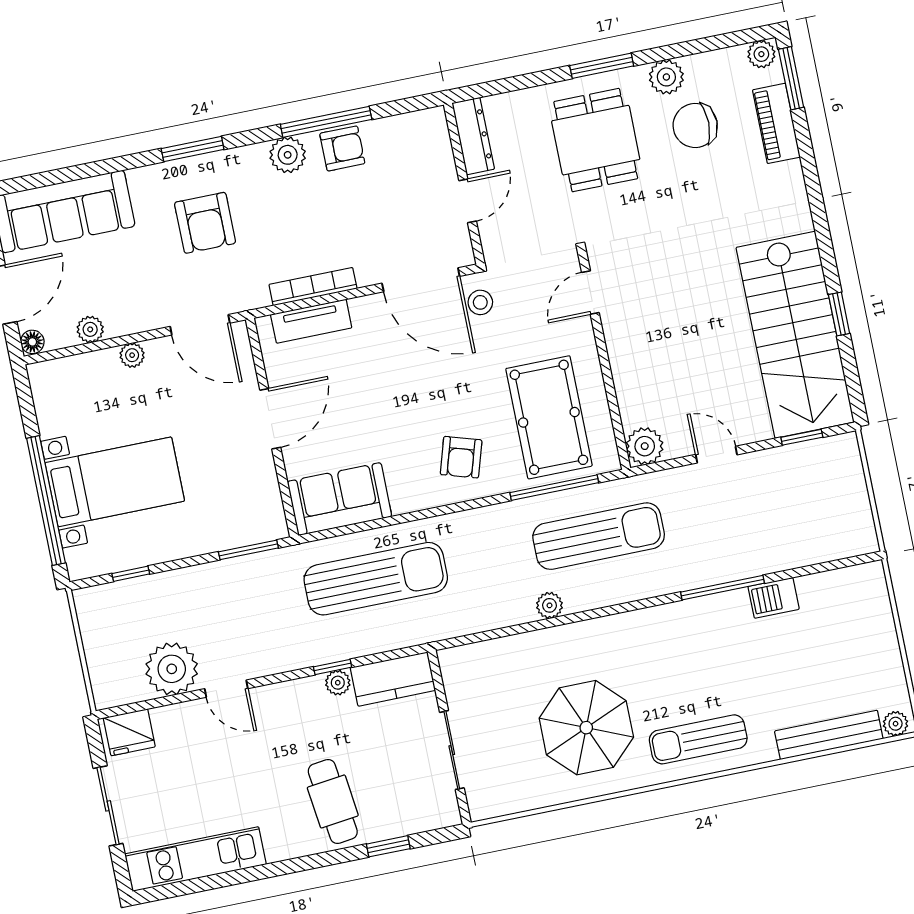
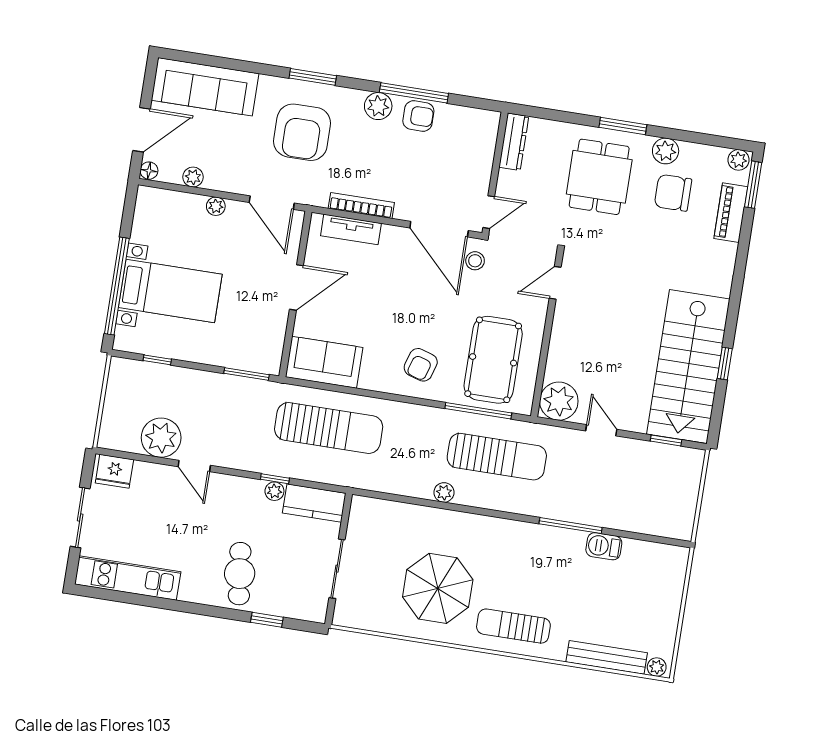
door: (468, 201) -> (489, 212), moved
armchair: (205, 223) -> (302, 132), width x1.36, depth x1.36
plant: (645, 446) -> (559, 401), width x1.36, depth x1.36

